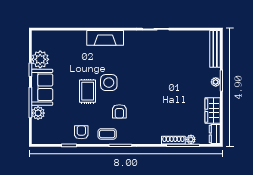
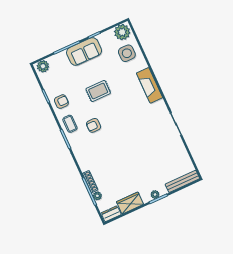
plant: (40, 59) -> (122, 32), moved
side table: (109, 83) -> (127, 53), moved
plant: (38, 113) -> (43, 66), moved

